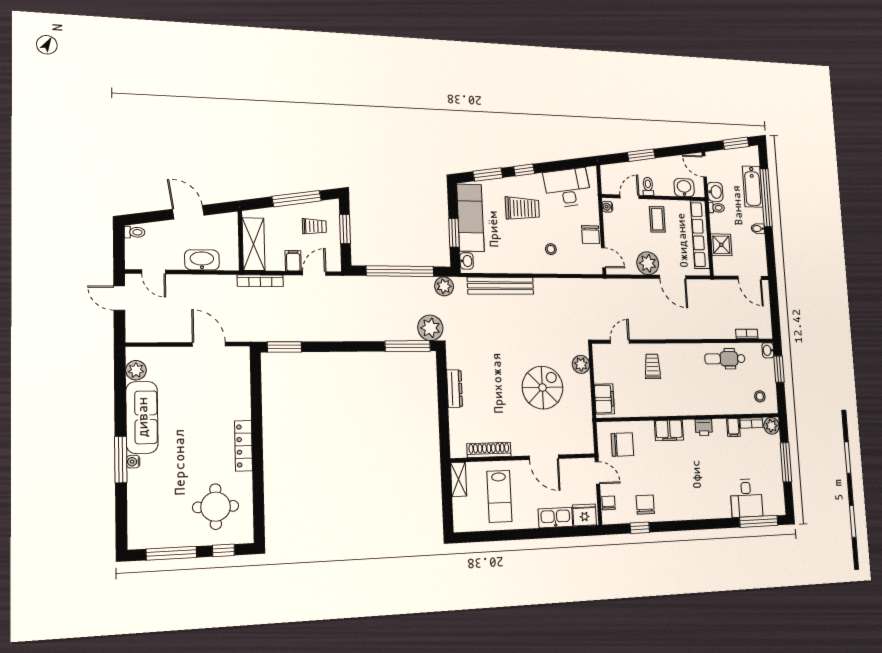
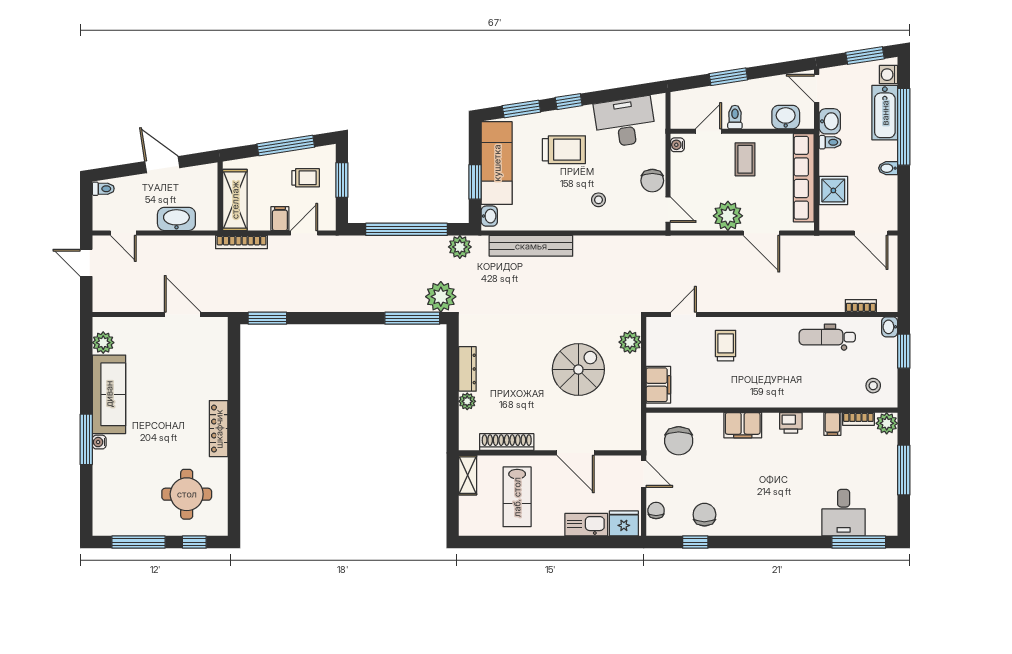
washing machine: (753, 158) -> (889, 75), added
plant: (456, 416) -> (467, 401), added
chair: (622, 445) -> (679, 441), turned 90

